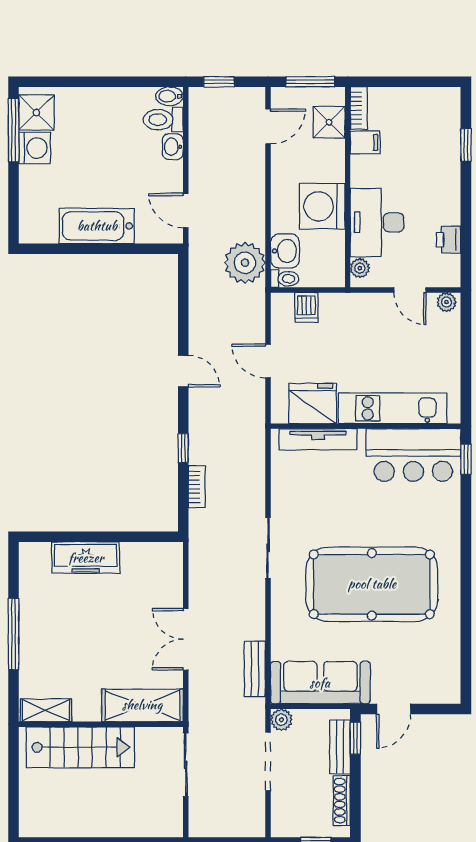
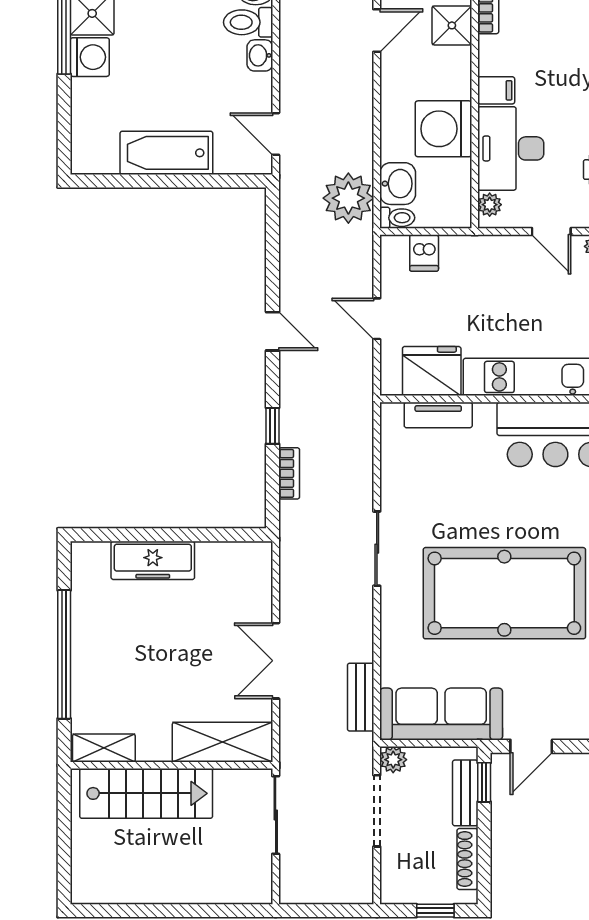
filing cabinet: (365, 142) -> (496, 90), moved
tv unit: (318, 439) -> (438, 415), width x0.71
window: (14, 634) -> (64, 654), width x1.46

